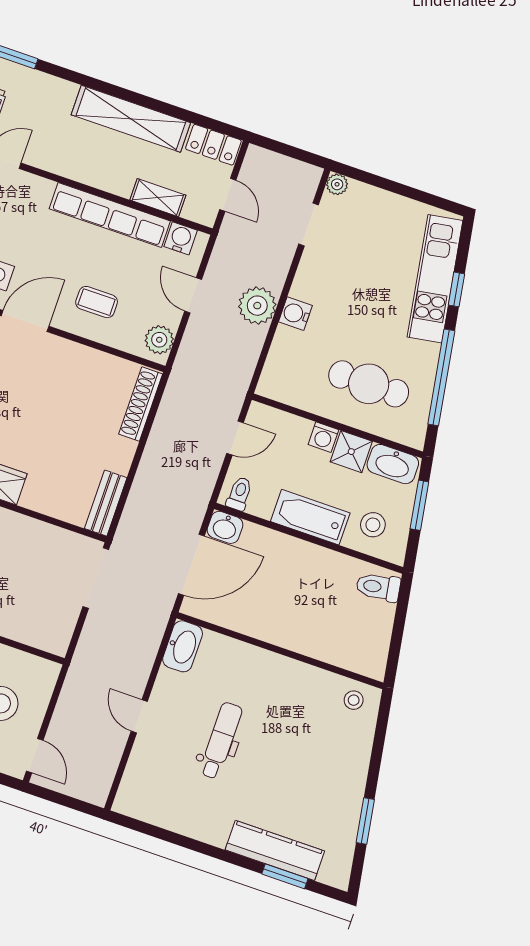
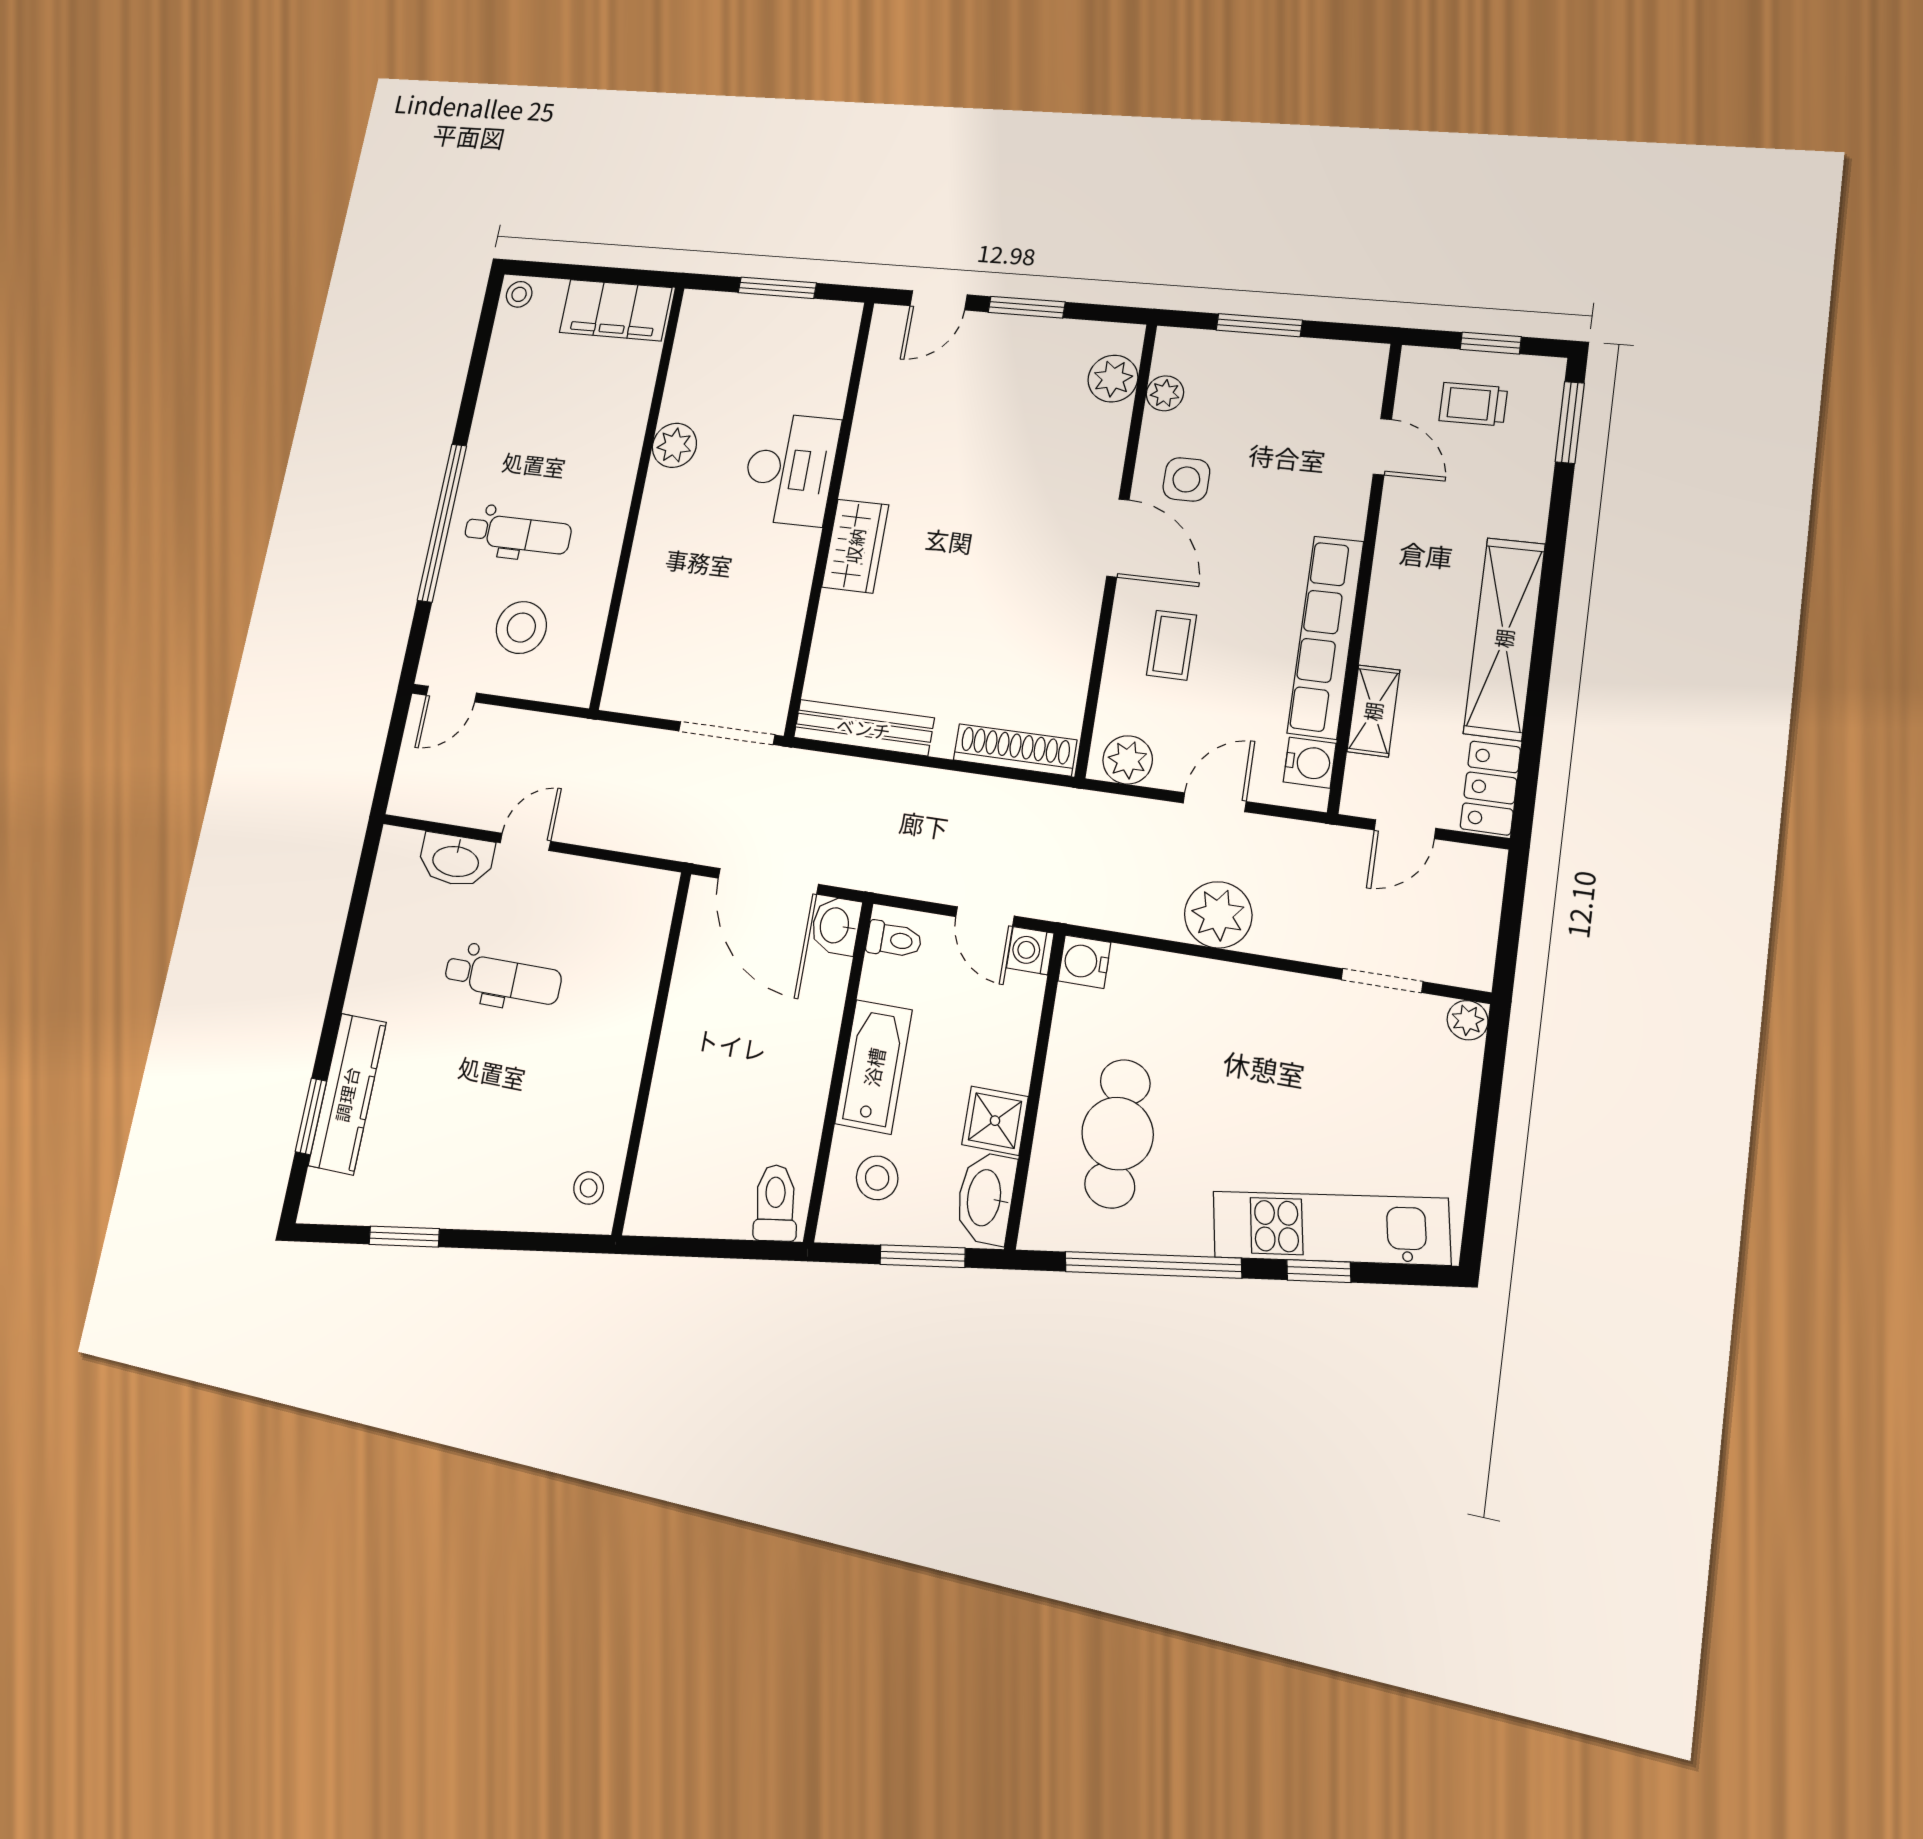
water cooler: (295, 314) -> (1084, 962), moved, turned -90
washing machine: (323, 437) -> (1030, 951), moved
bench: (106, 503) -> (864, 728), width x1.36
washbasin: (183, 646) -> (456, 860), moved

